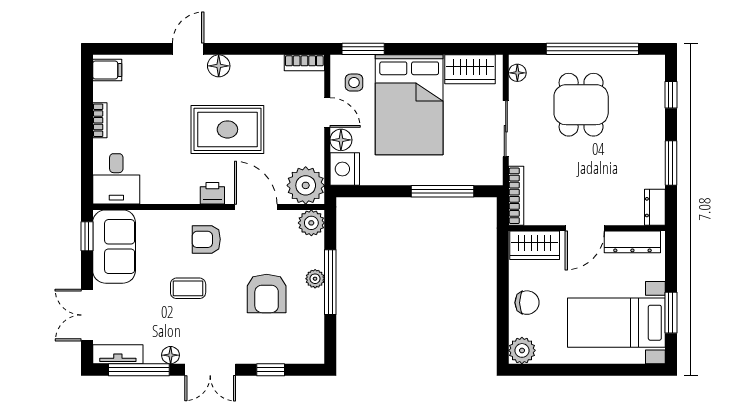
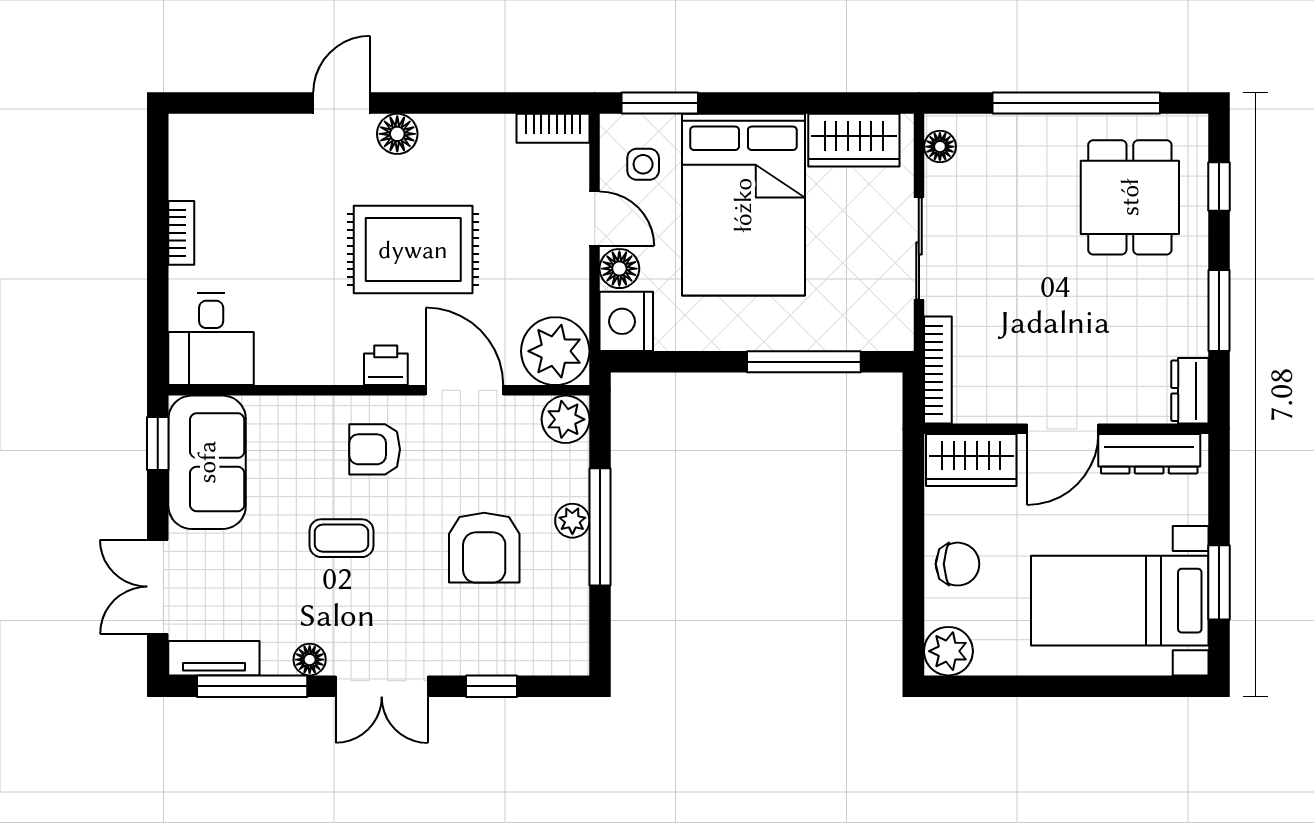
filing cabinet: (107, 70) -> (195, 141), removed
dining table: (581, 105) -> (1130, 197), moved

